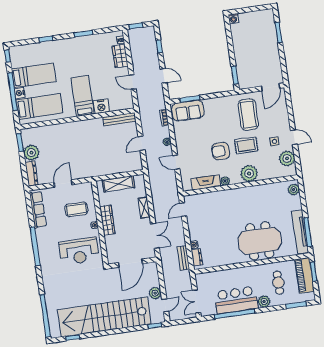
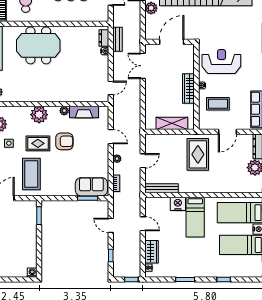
rug: (89, 157) -> (198, 154), added
shelving: (144, 208) -> (150, 96), removed

